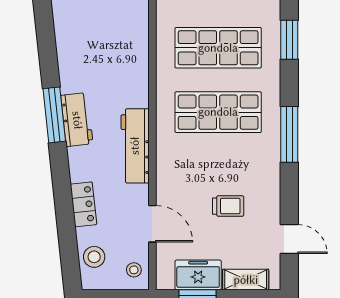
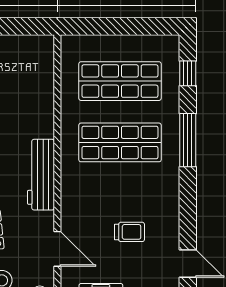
window: (289, 40) -> (188, 73), width x0.67
window: (289, 134) -> (188, 140), moved

